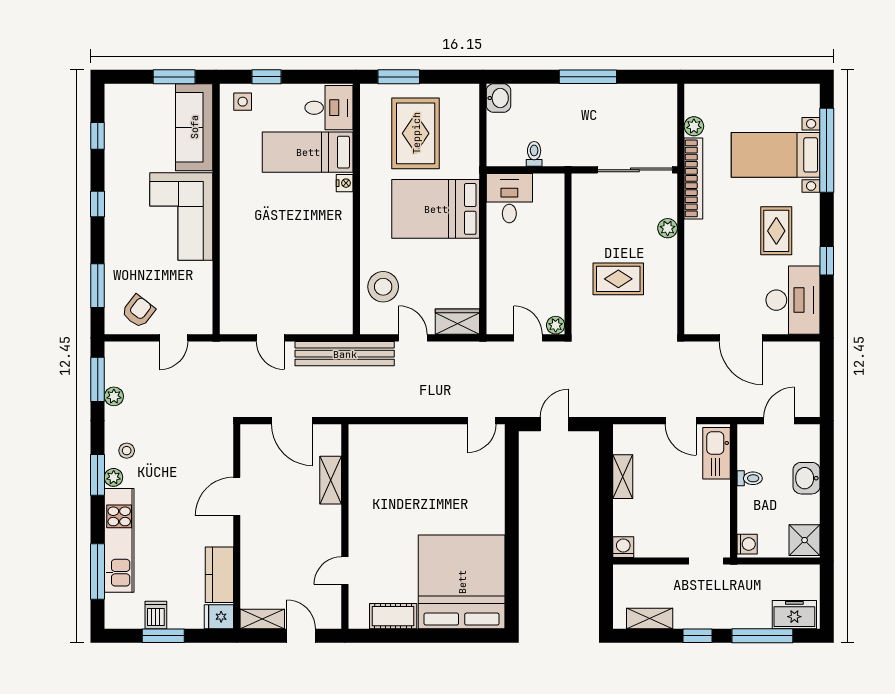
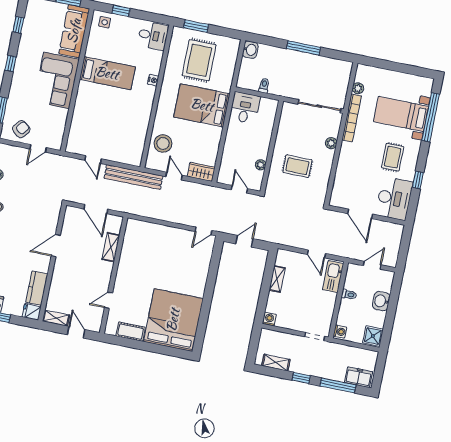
bed: (308, 152) -> (107, 73), moved, turned 180
plant: (556, 325) -> (261, 165), moved

